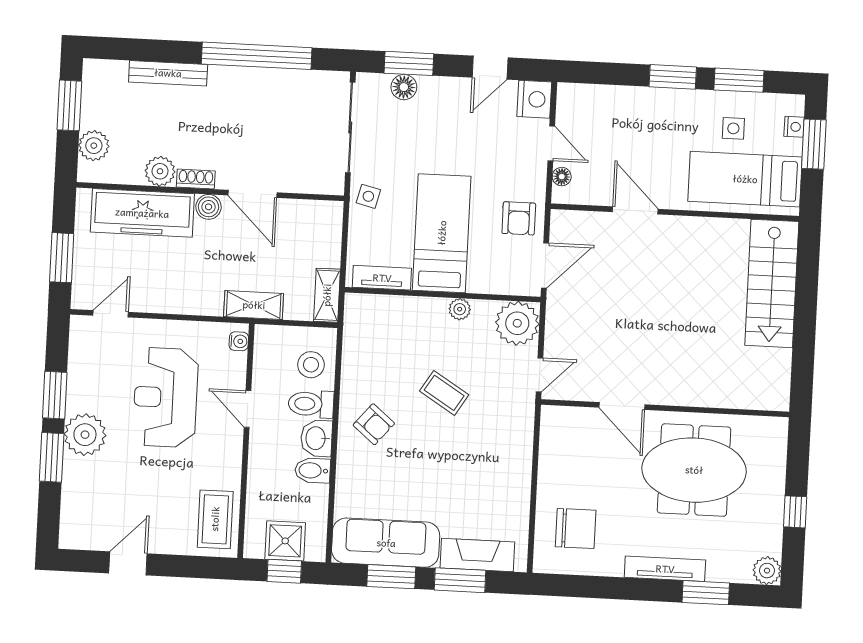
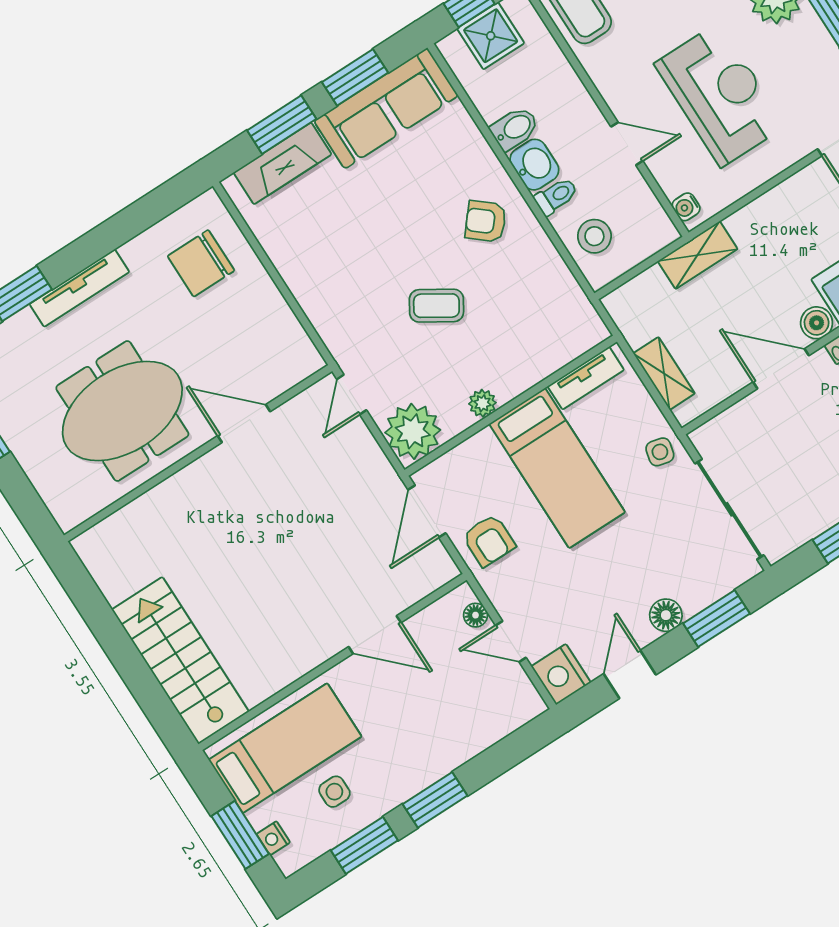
floor lamp: (404, 87) -> (666, 615), moved
armchair: (519, 218) -> (489, 540), turned 180
shelving: (327, 295) -> (664, 373), moved
toilet: (311, 404) -> (556, 196), width x0.73, depth x0.72

